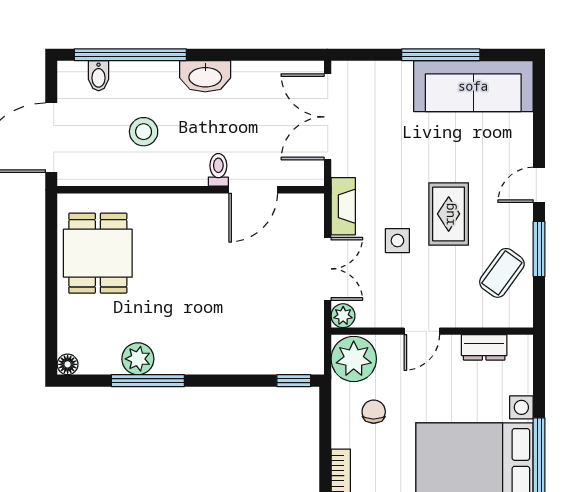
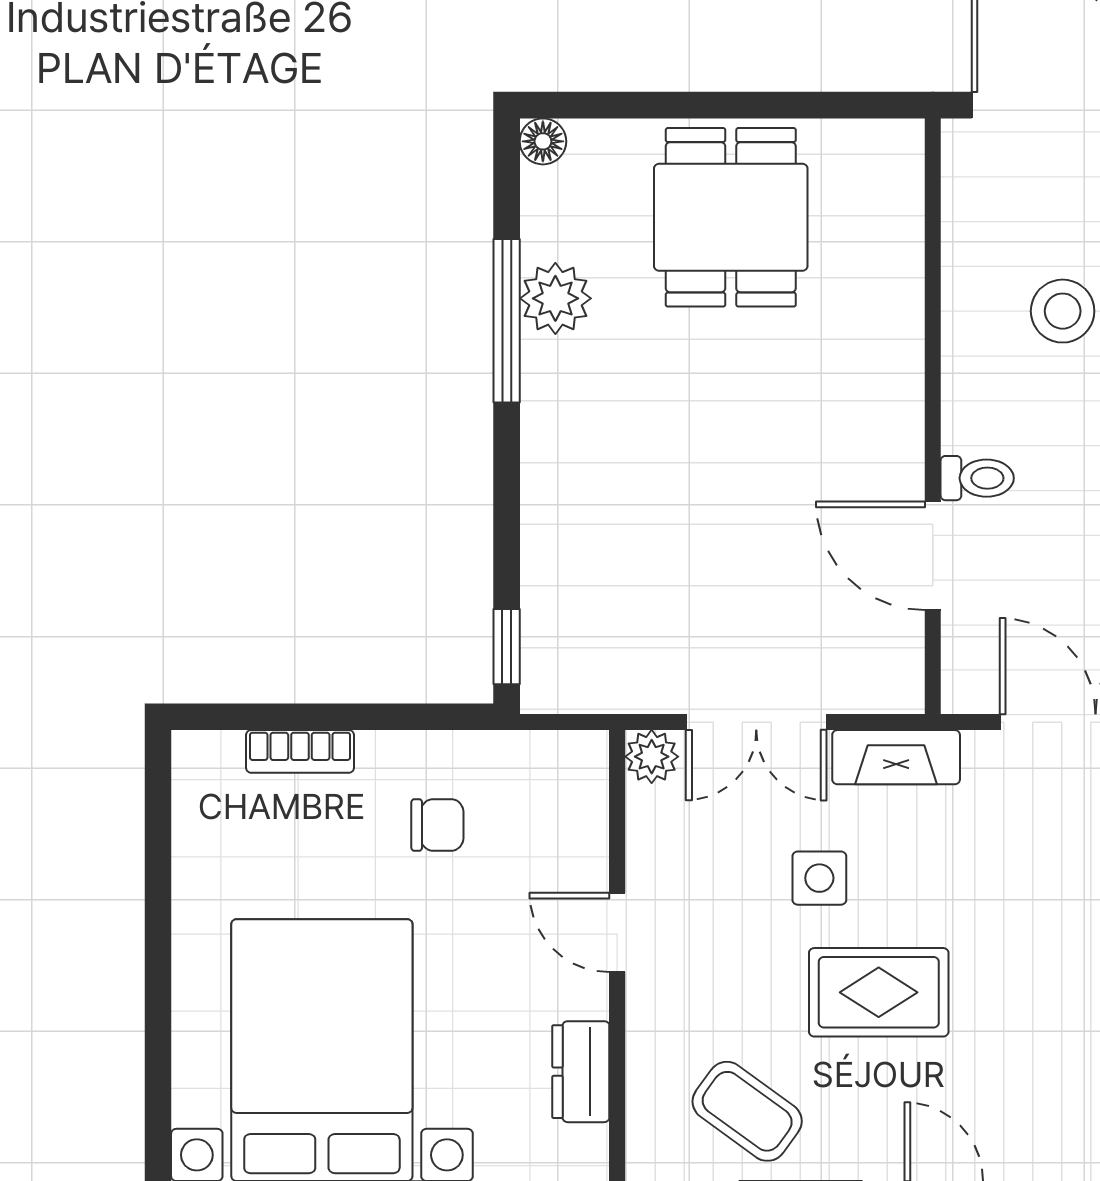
dining table: (98, 253) -> (731, 217), moved, turned 90
plant: (354, 359) -> (555, 780), removed

